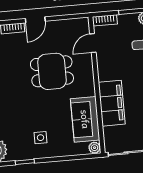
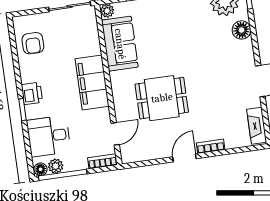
filing cabinet: (112, 103) -> (92, 82), moved
side table: (41, 138) -> (171, 19), removed

